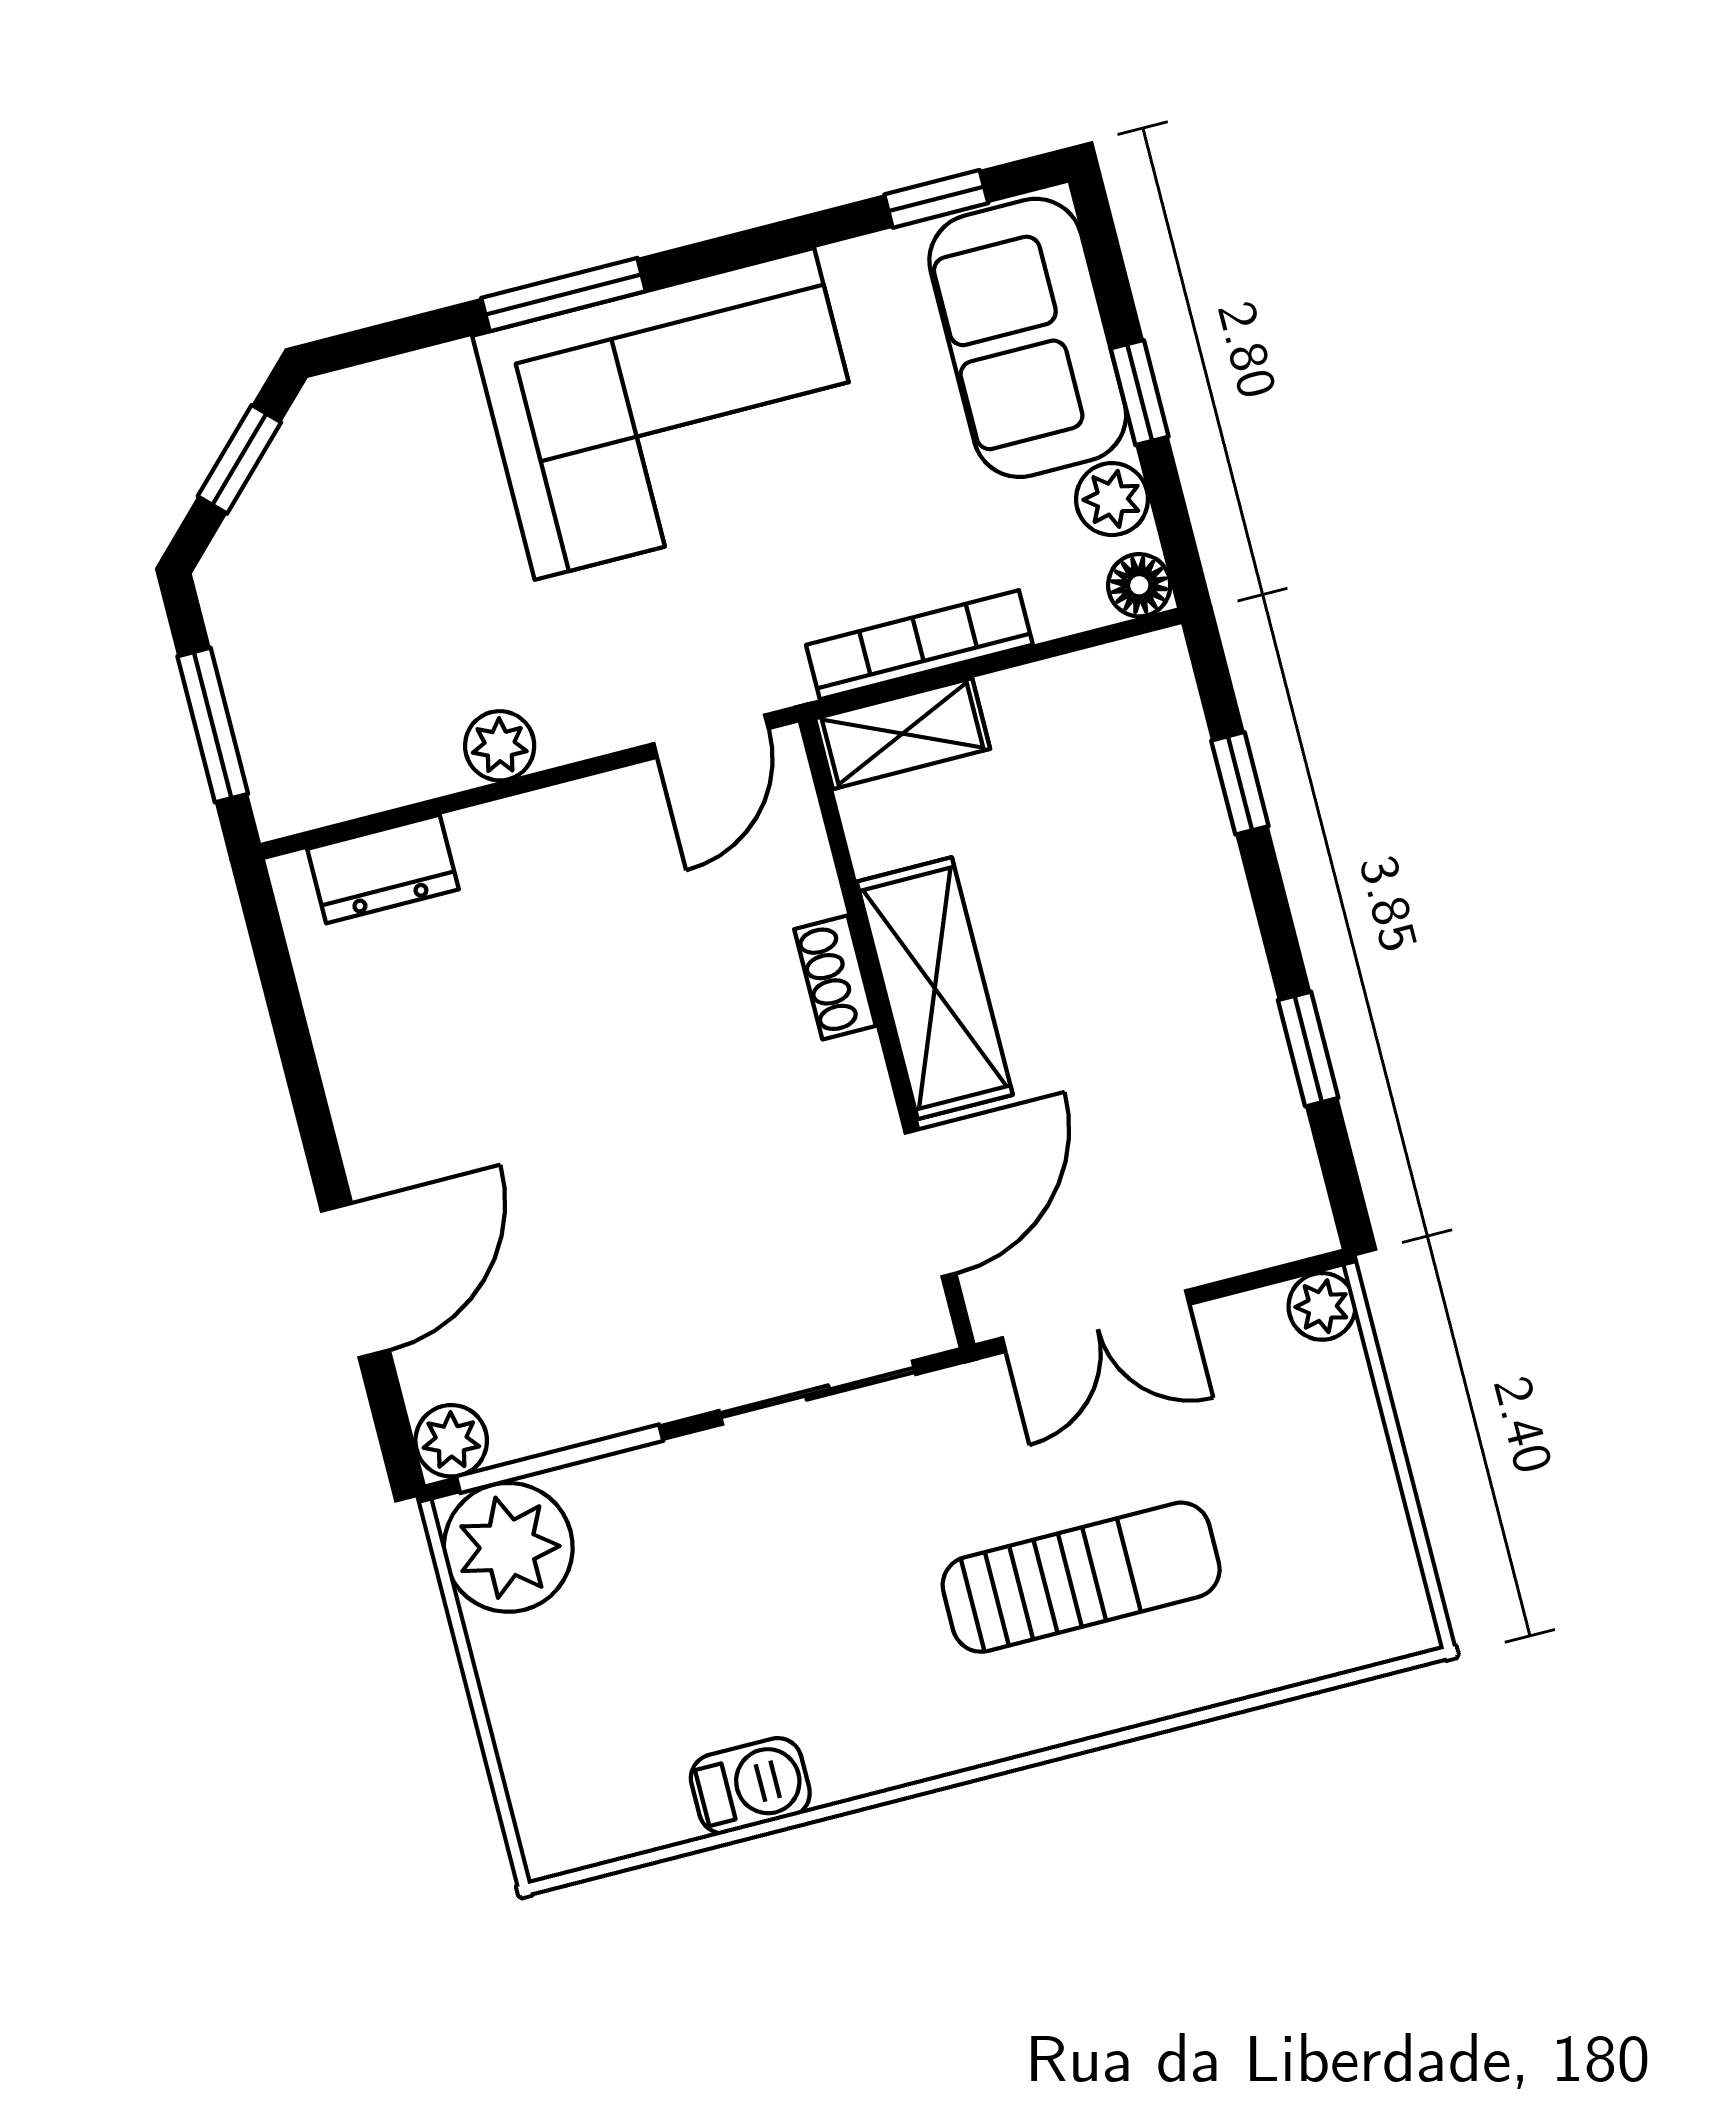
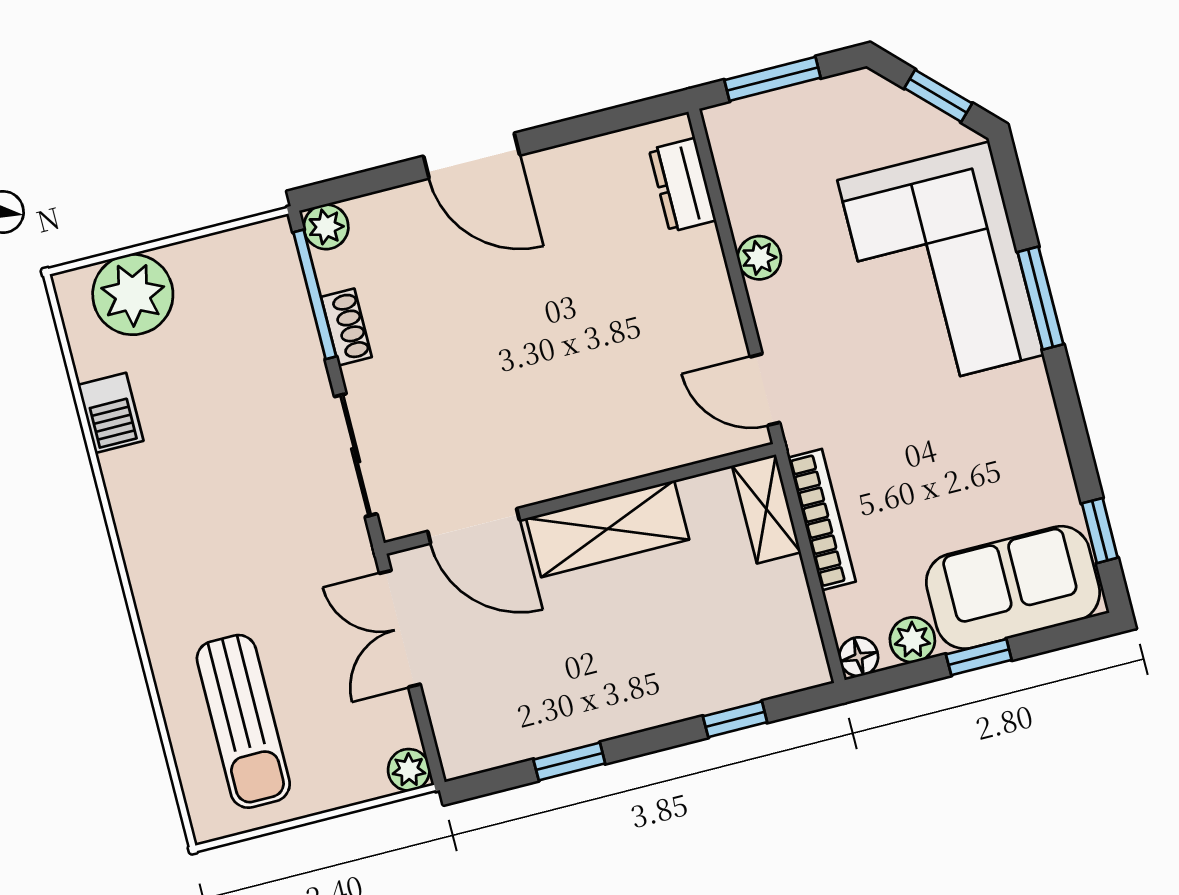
corner sofa: (674, 414) -> (941, 268), moved
shoe rack: (835, 977) -> (346, 327), moved, turned 90
door: (355, 1280) -> (472, 156), moved
plant: (508, 1547) -> (133, 295), moved
sun lounger: (1081, 1577) -> (243, 721), moved

